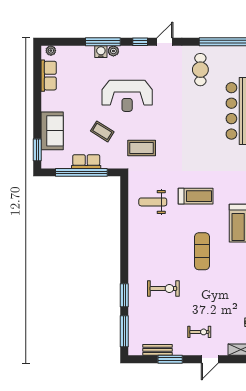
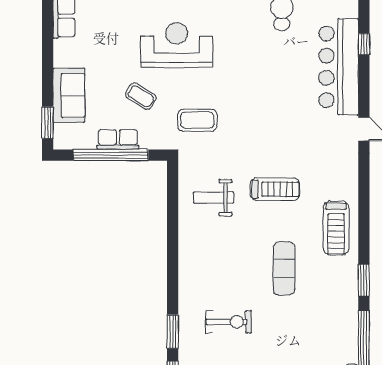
reception desk: (127, 96) -> (177, 45), turned 180

